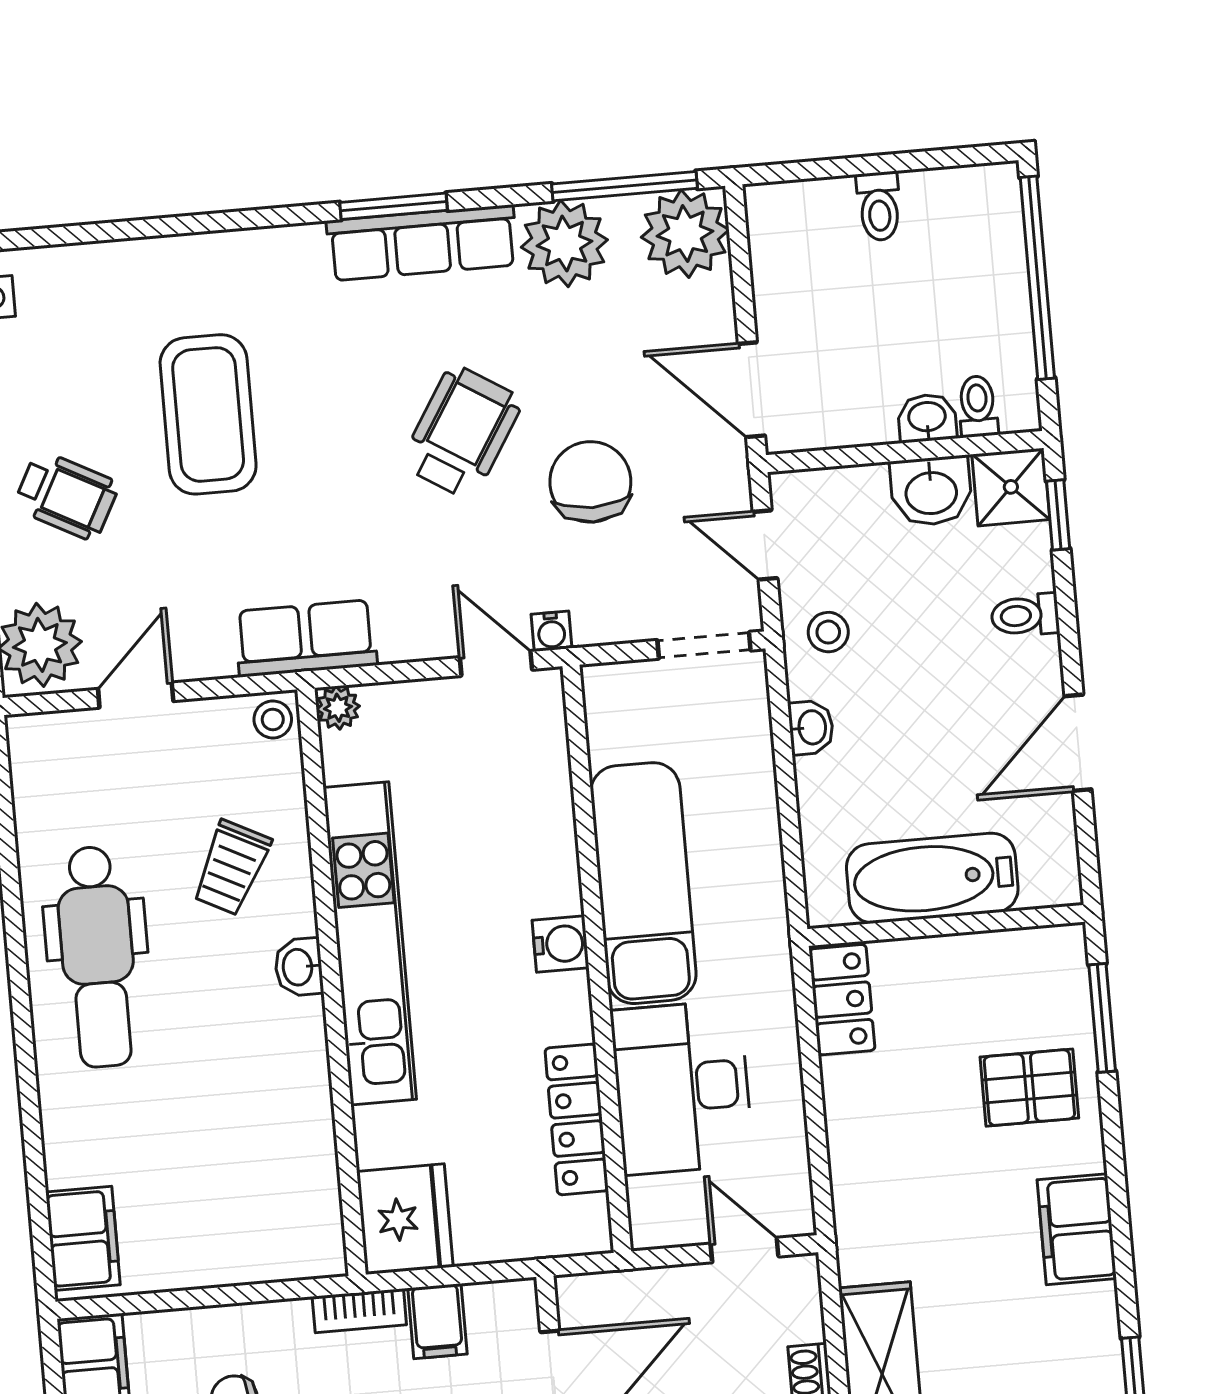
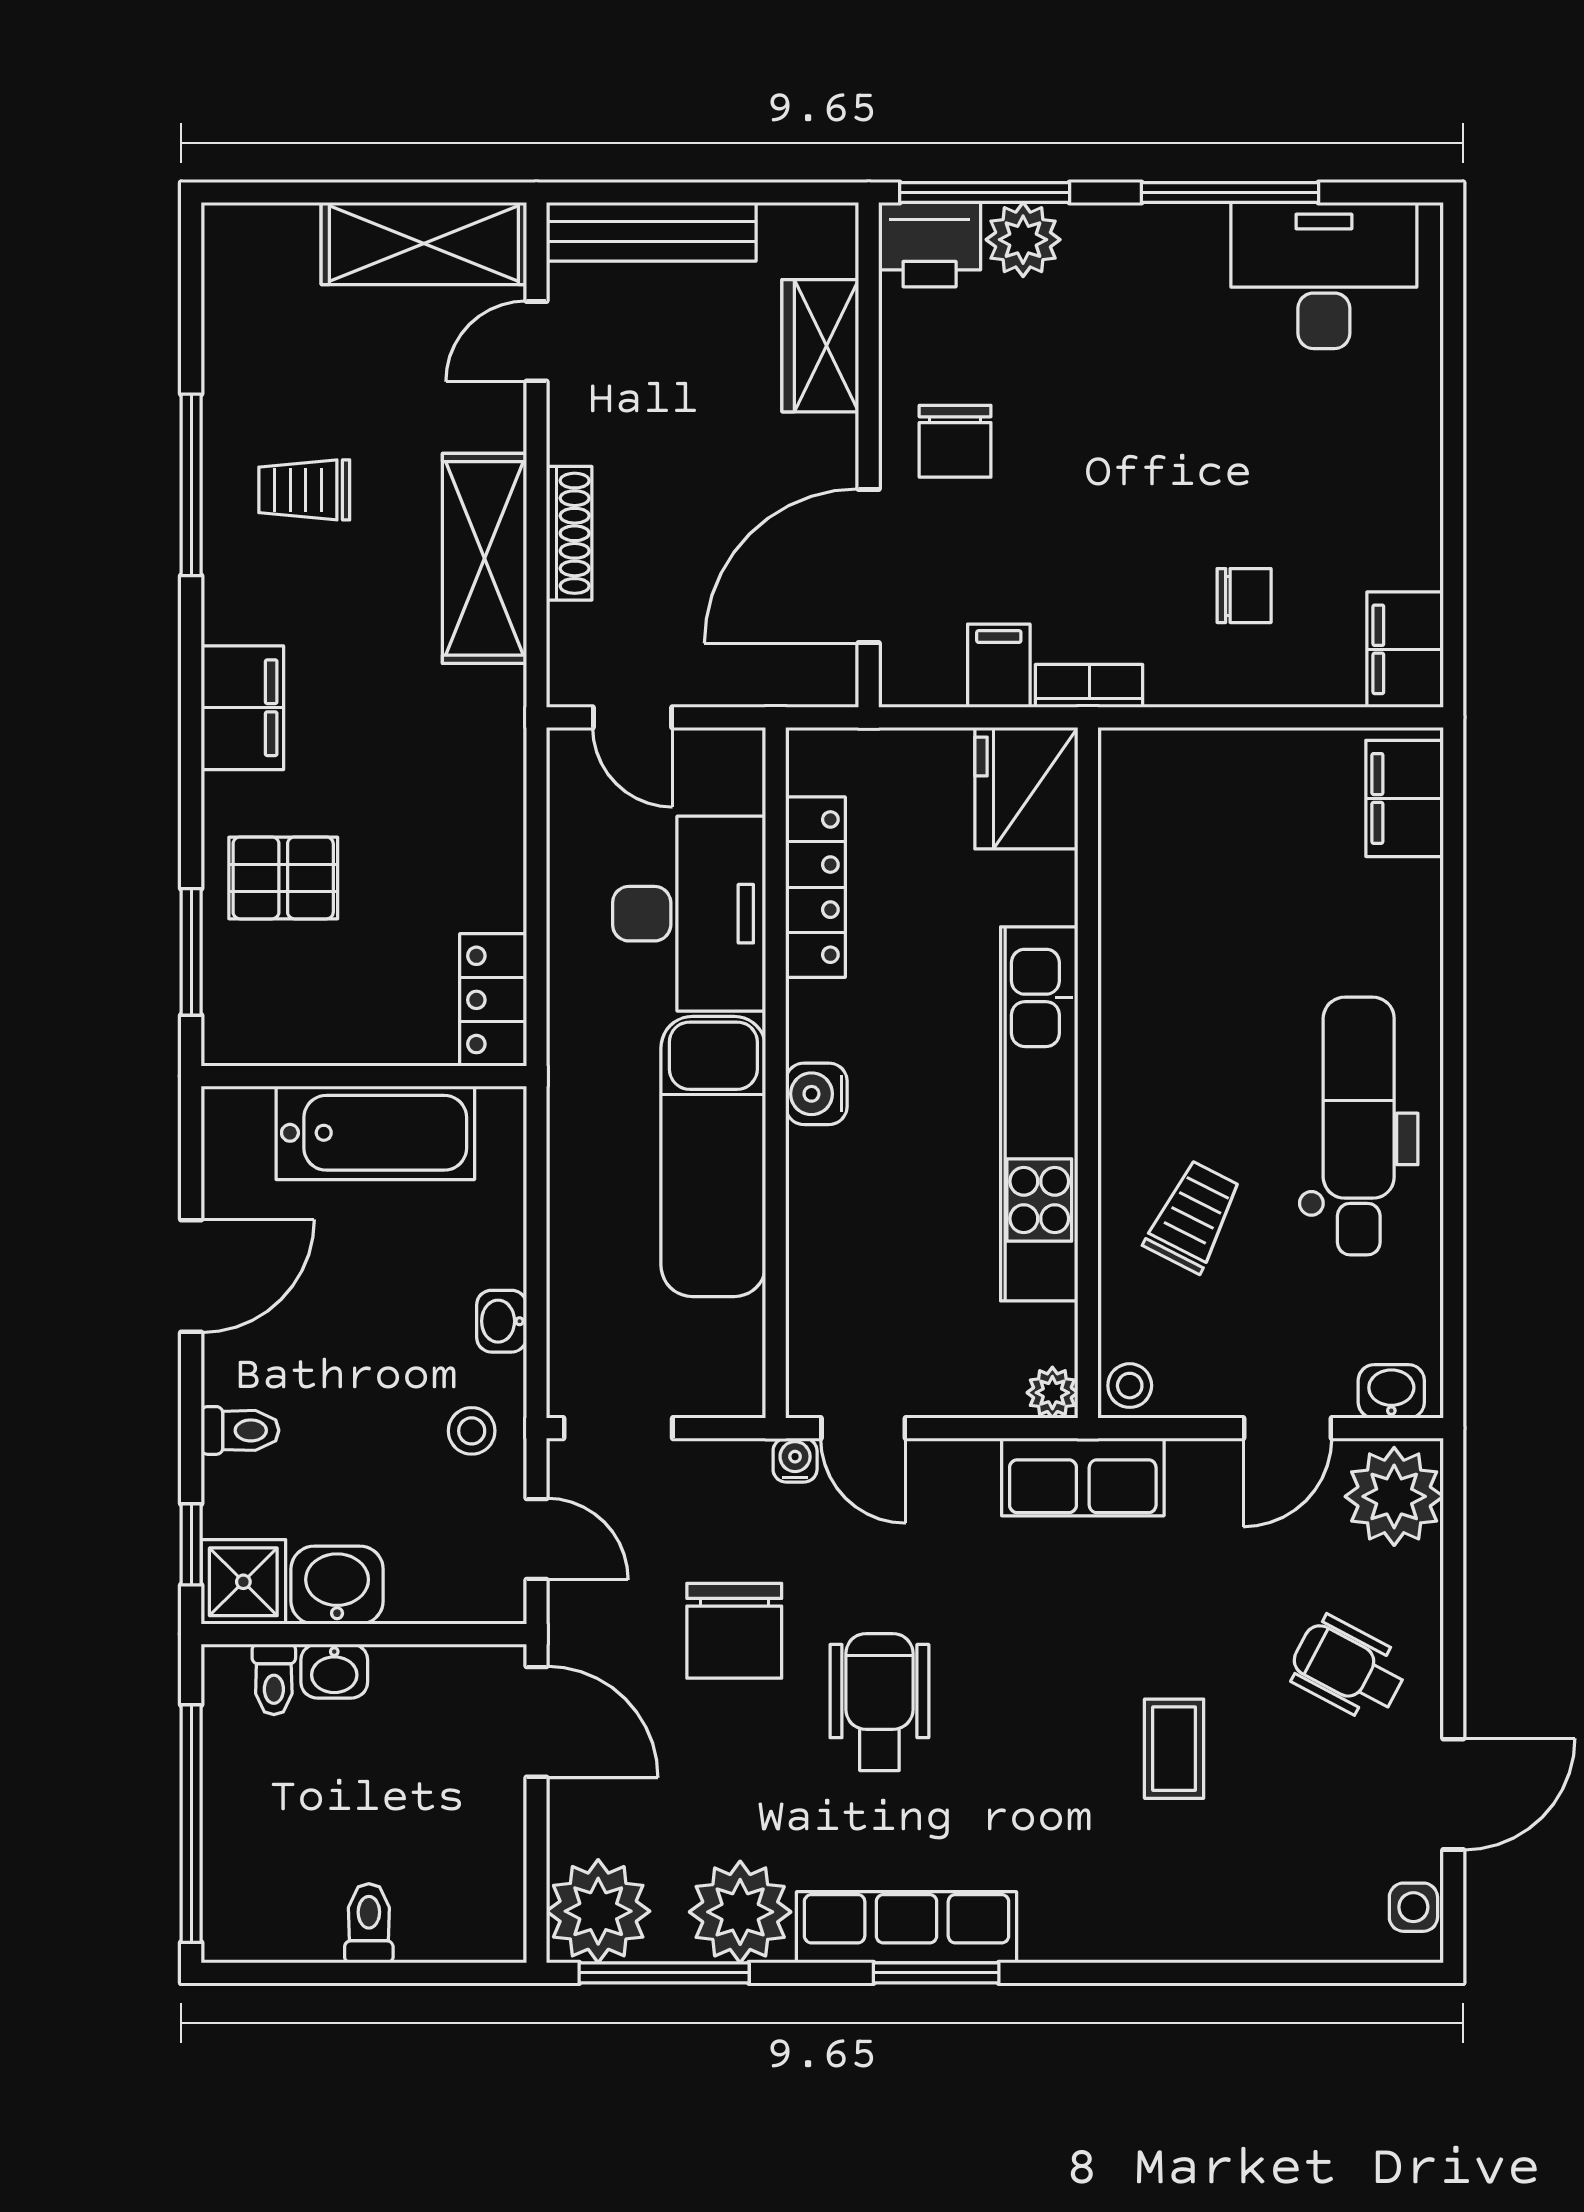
coffee table: (208, 414) -> (1174, 1749), width x0.54, depth x0.58
wheelchair: (462, 432) -> (879, 1702), turned 148
washbasin: (299, 967) -> (1391, 1391), moved, turned -90

